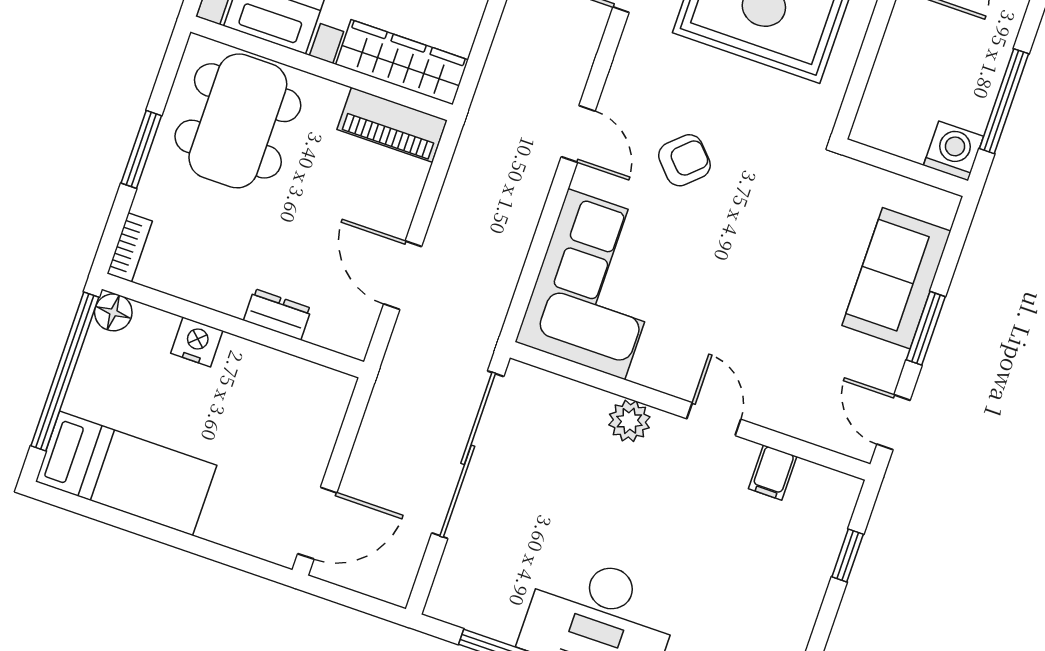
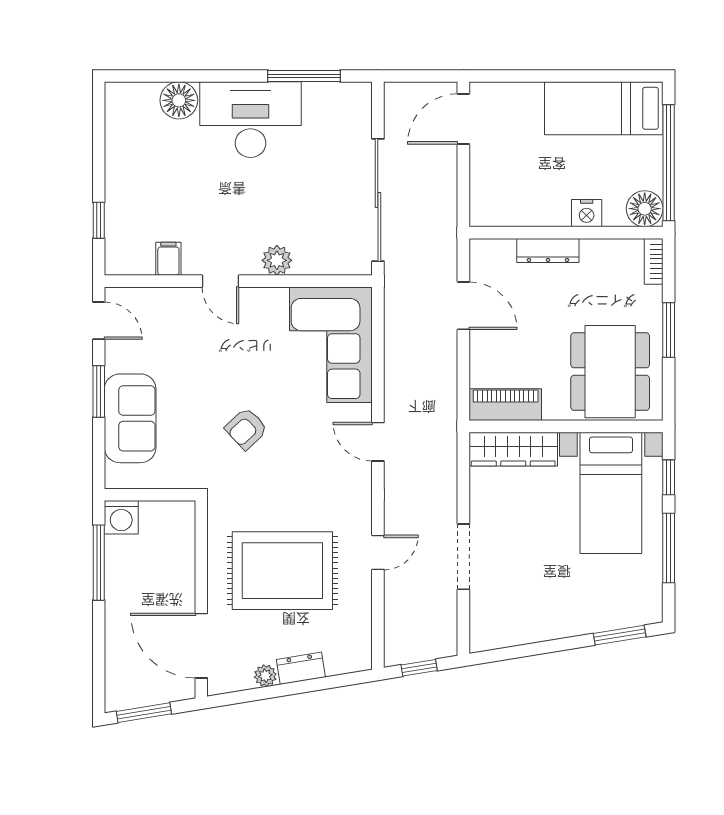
armchair: (684, 160) -> (246, 429), moved
floor lamp: (113, 312) -> (645, 209), width x1.38, depth x1.38
dresser: (278, 314) -> (548, 250), width x1.44

